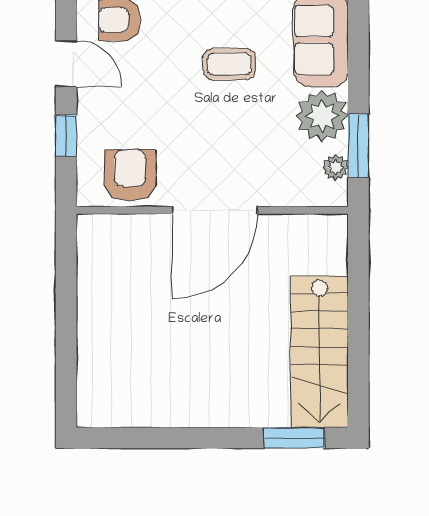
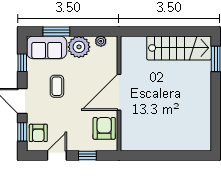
window: (358, 146) -> (56, 31), moved
armchair: (130, 175) -> (104, 128), turned 90
door: (215, 210) -> (119, 92), swing flipped

